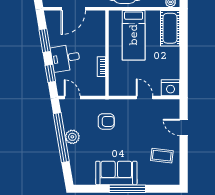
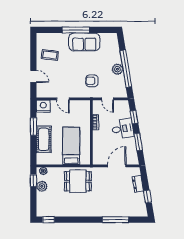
cot: (170, 28) -> (44, 139), moved
window: (184, 61) -> (33, 127), added
door: (72, 98) -> (107, 99), moved

